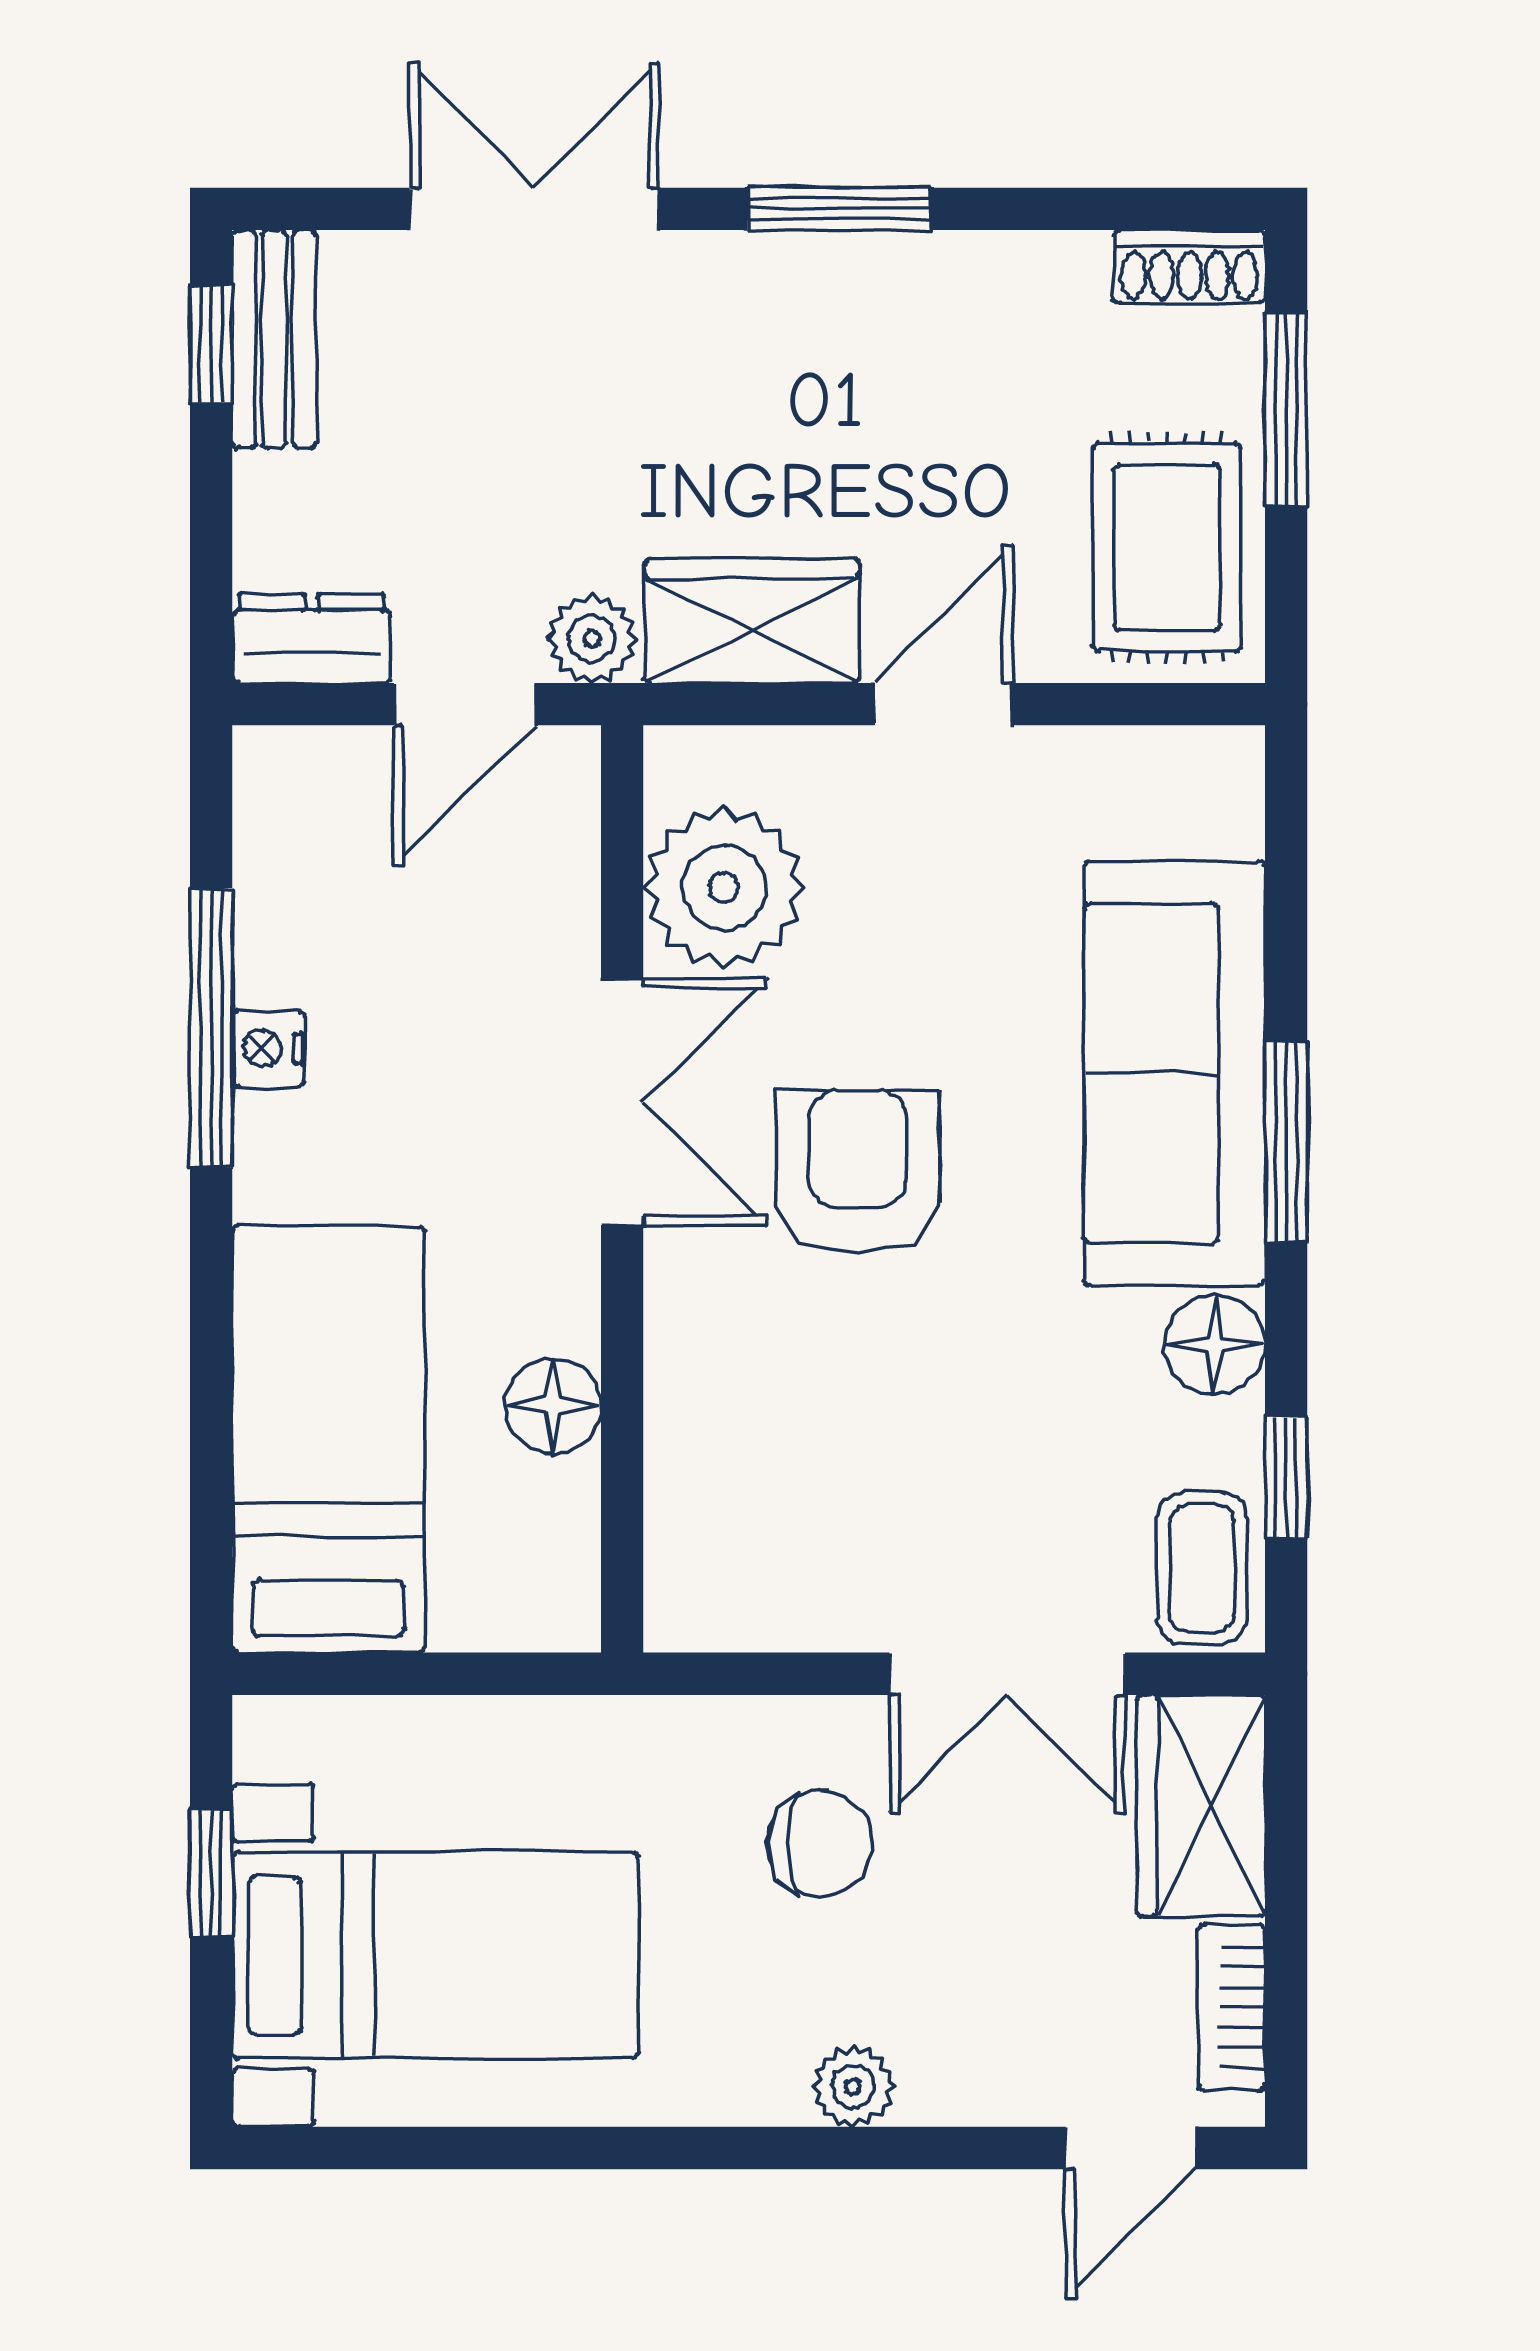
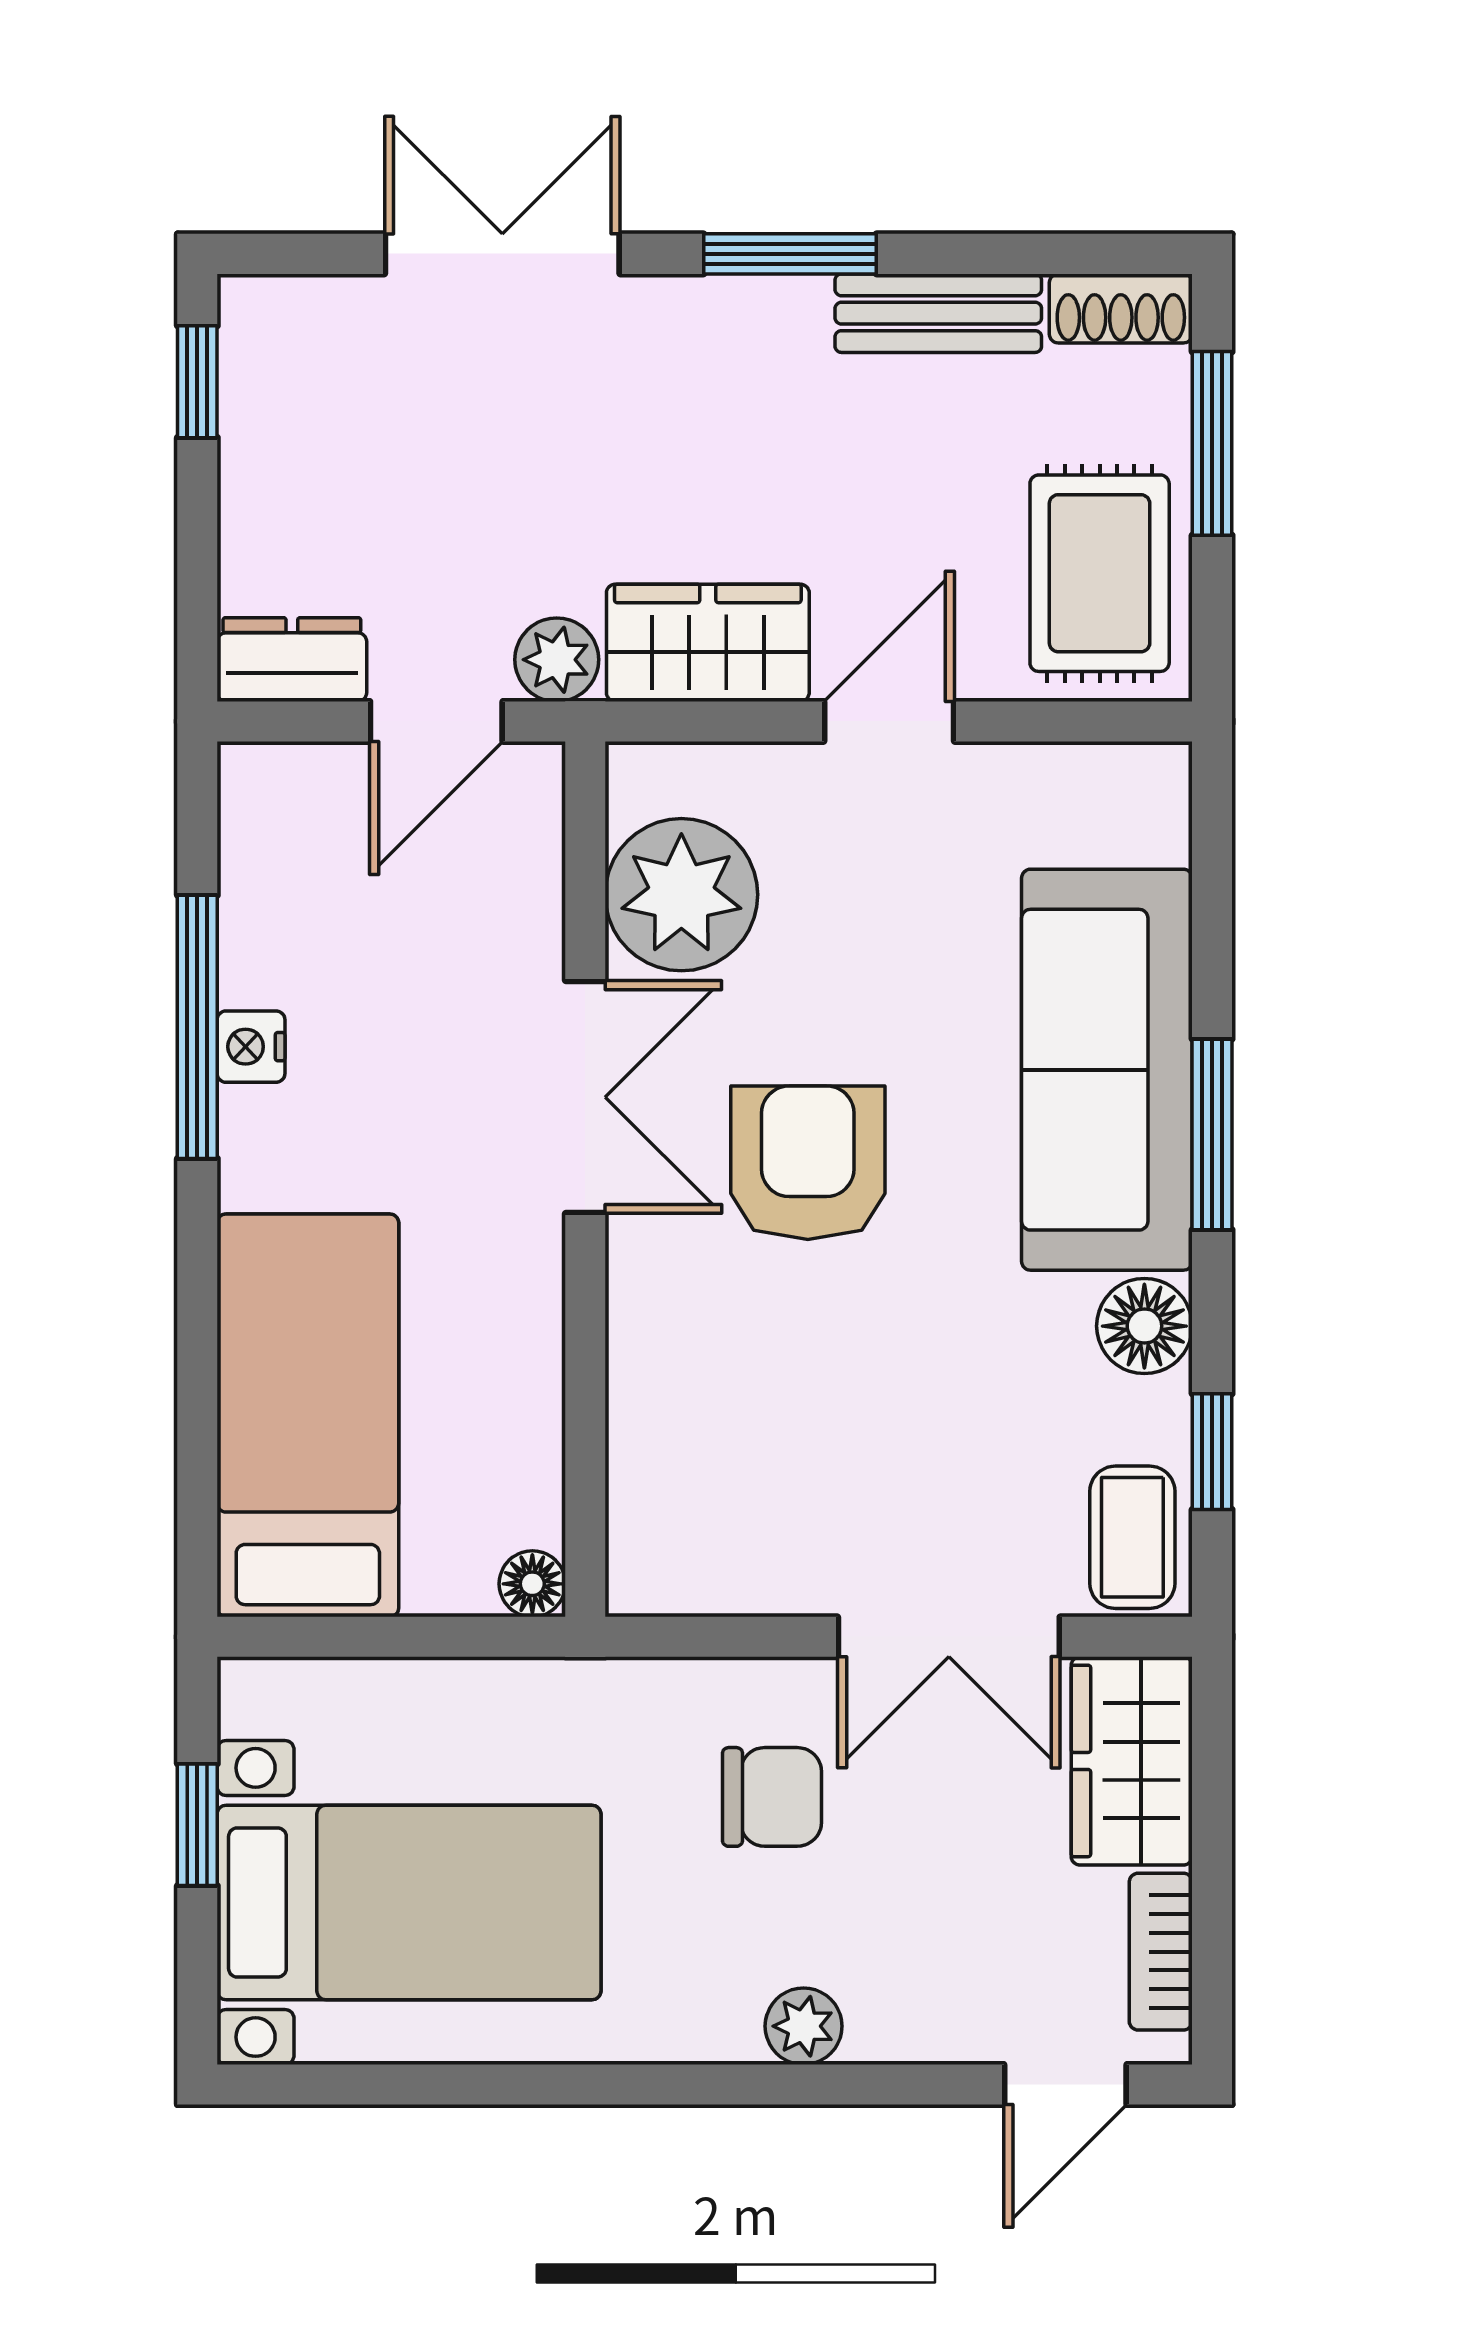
bench: (274, 339) -> (938, 313), moved, turned 90
floor lamp: (553, 1405) -> (532, 1584), moved, width x0.73, depth x0.73

